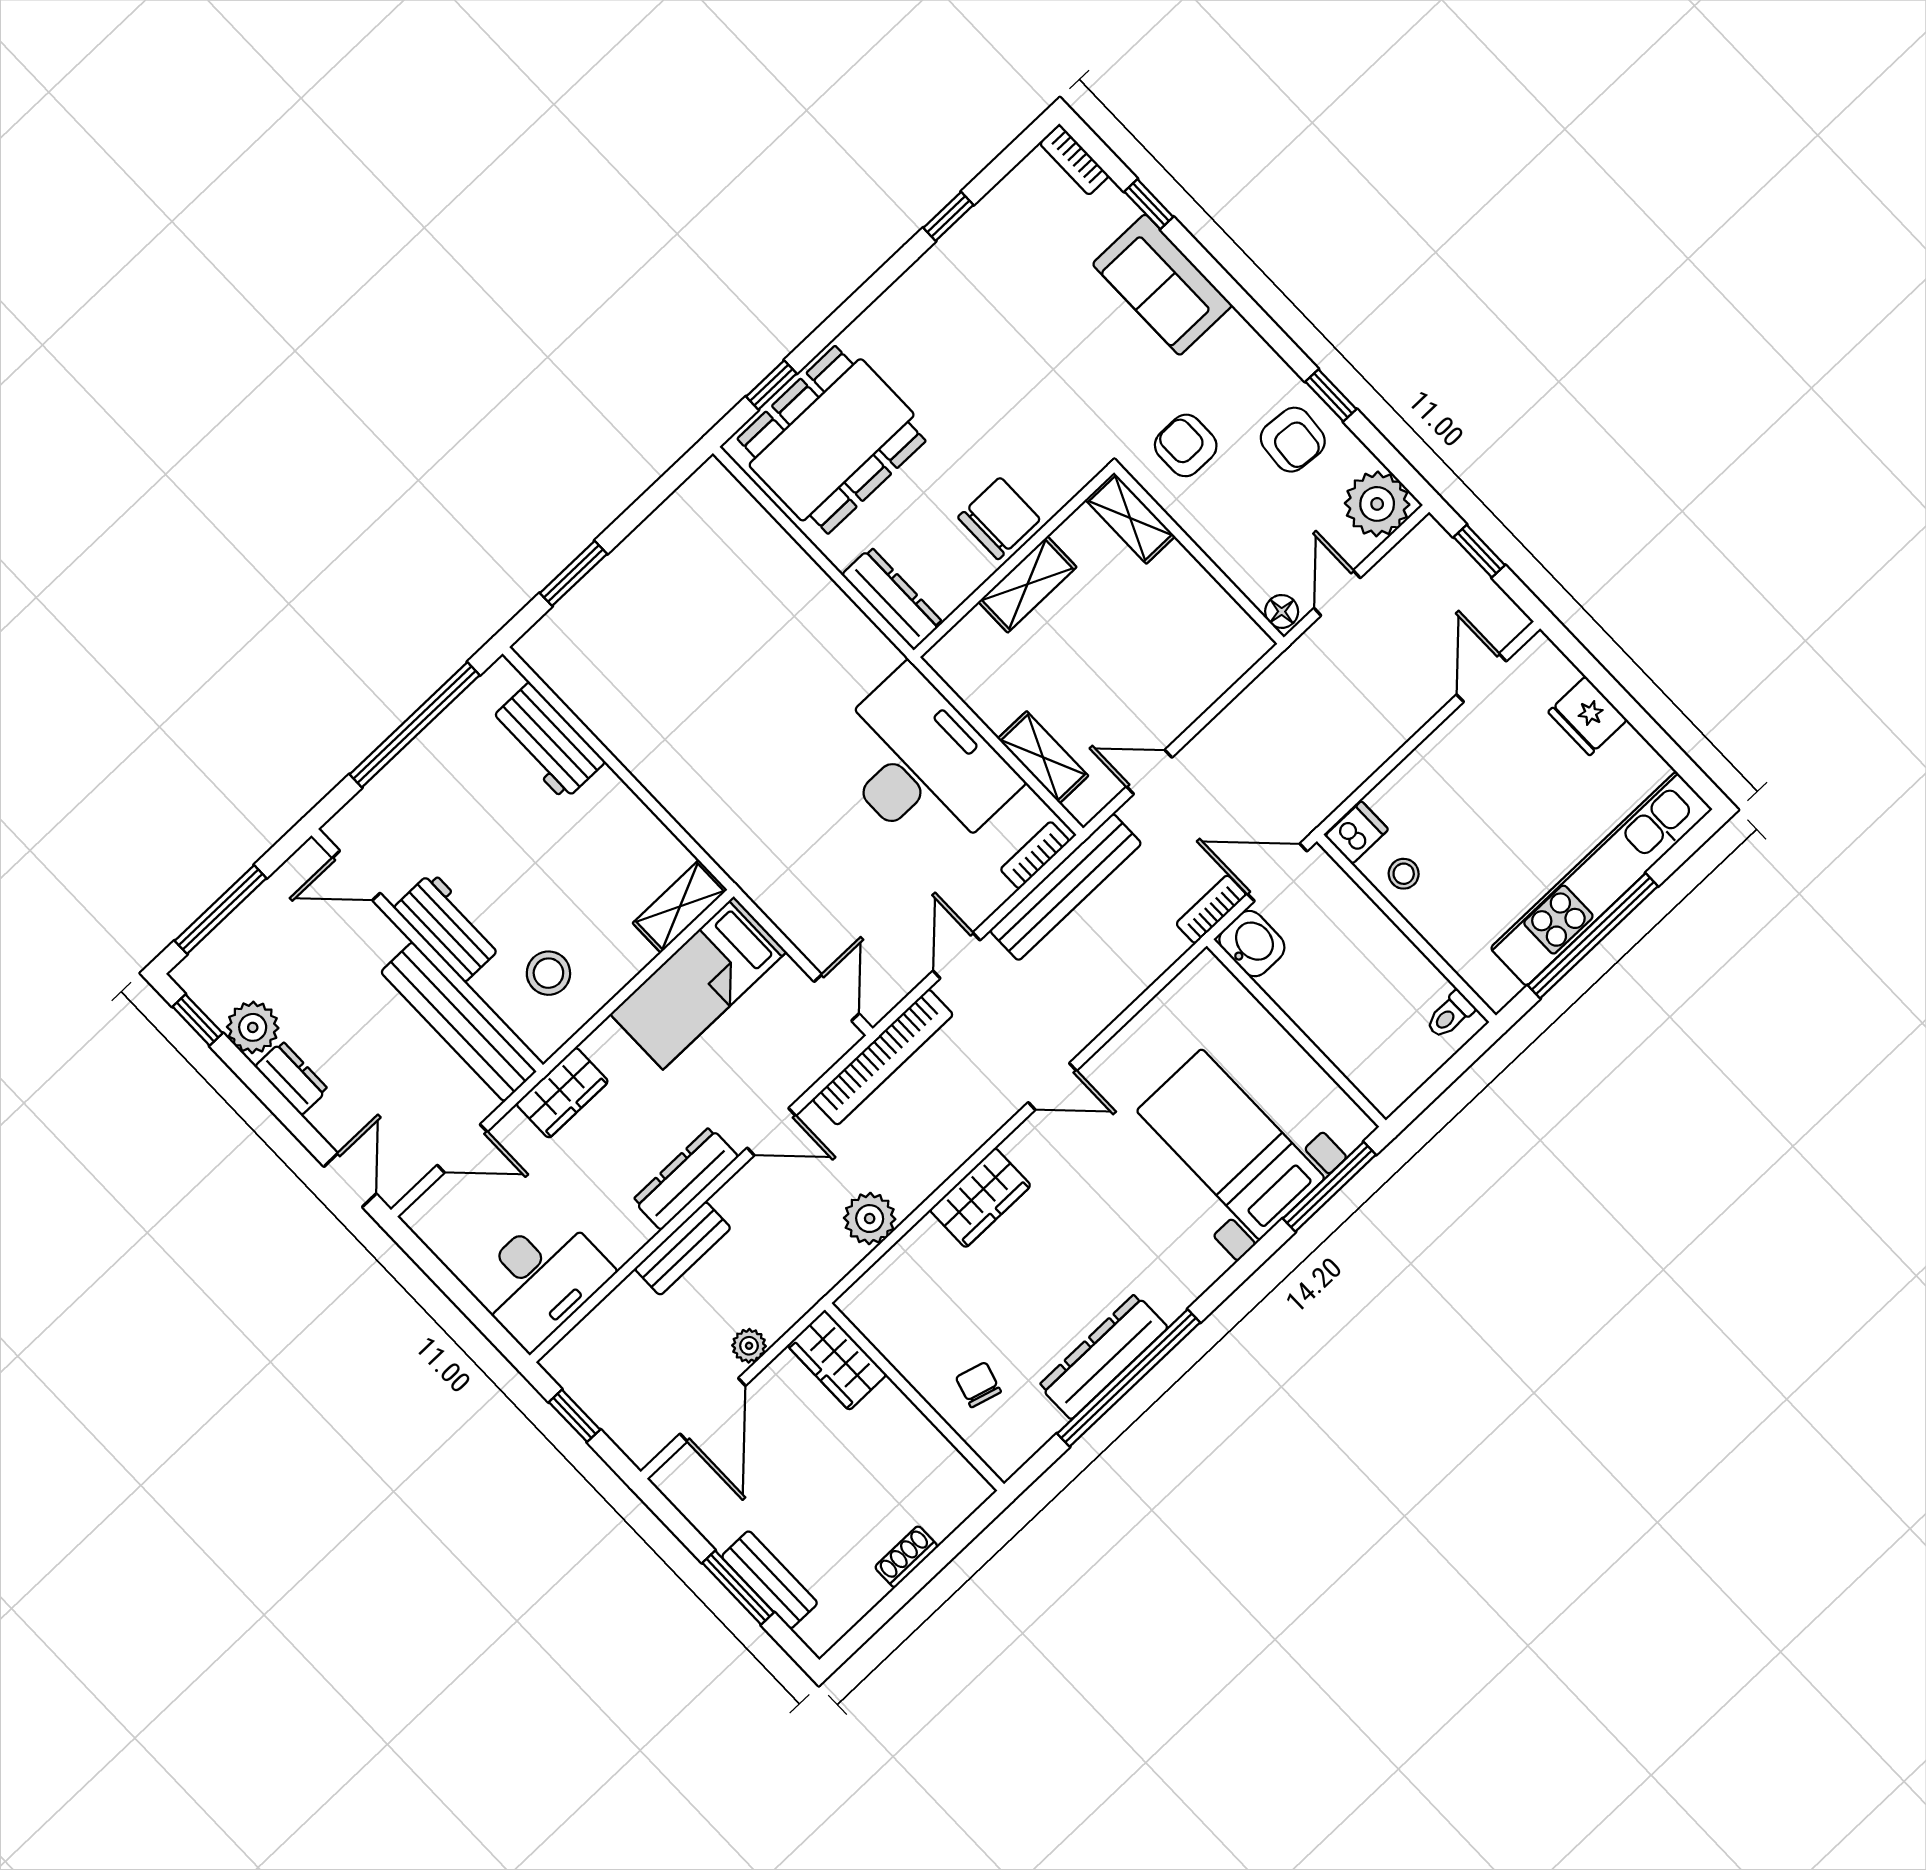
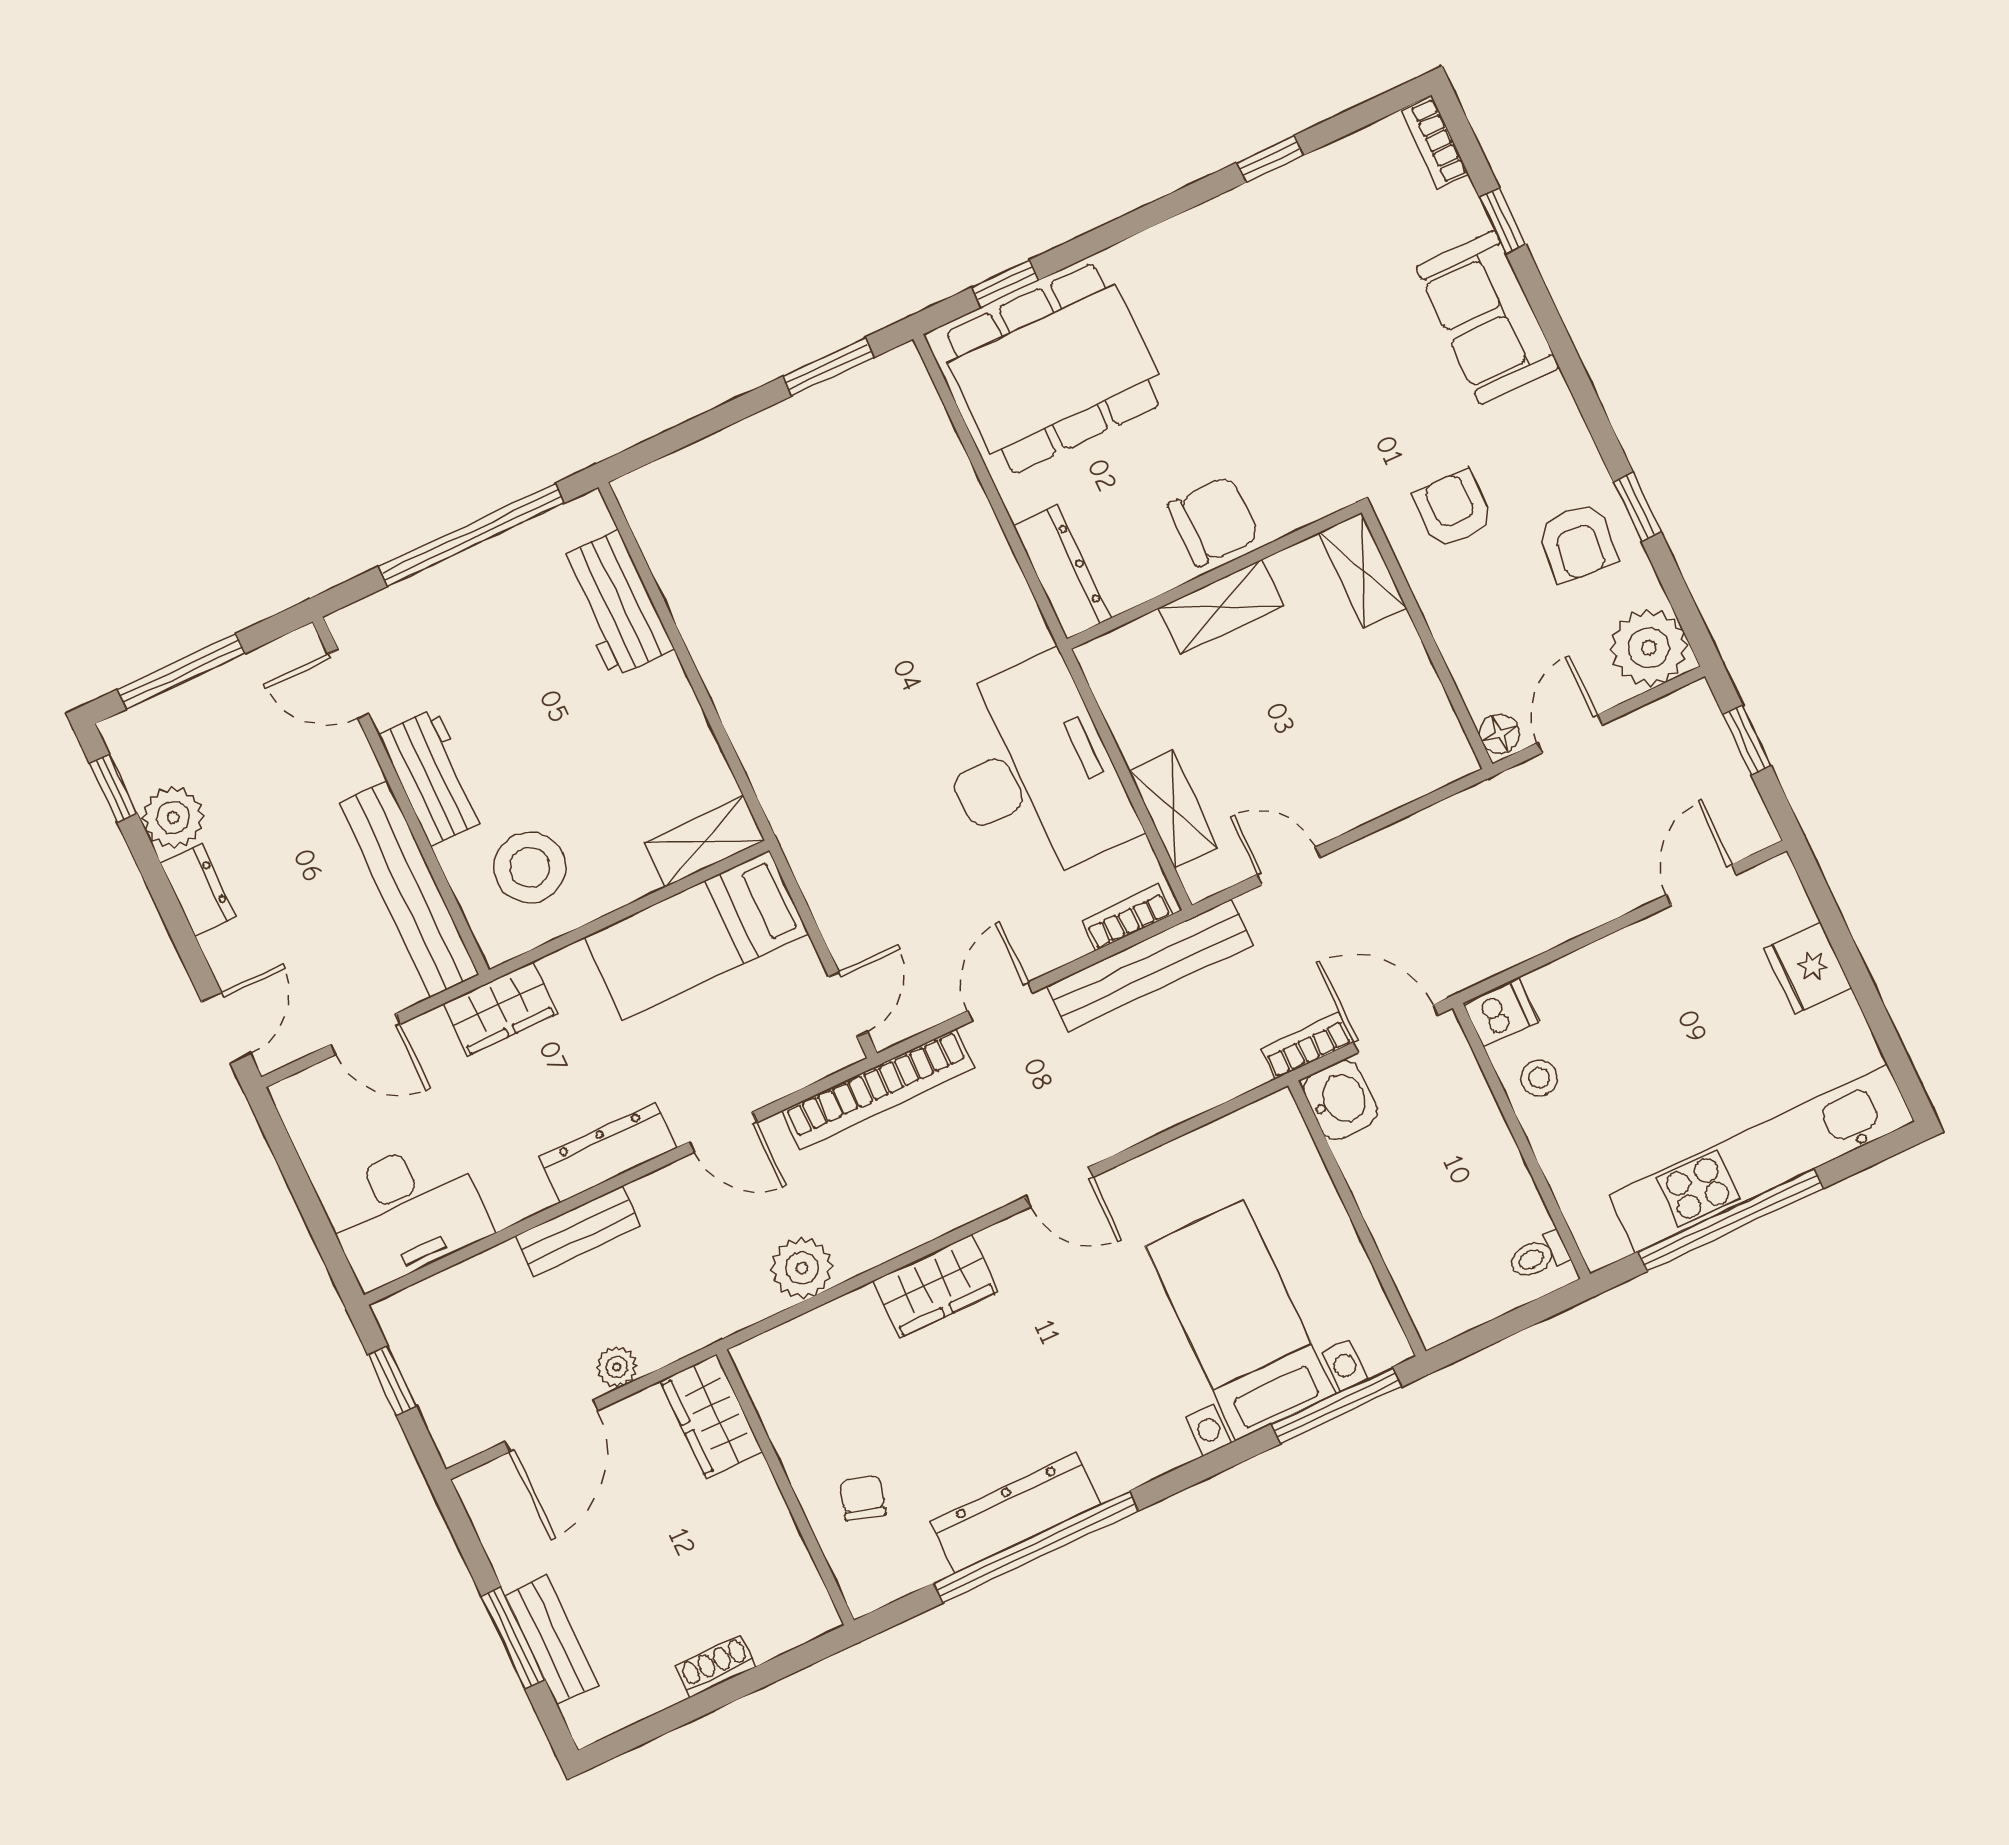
window: (573, 573) -> (829, 367), moved
stool: (548, 973) -> (530, 868), width x1.38, depth x1.38

